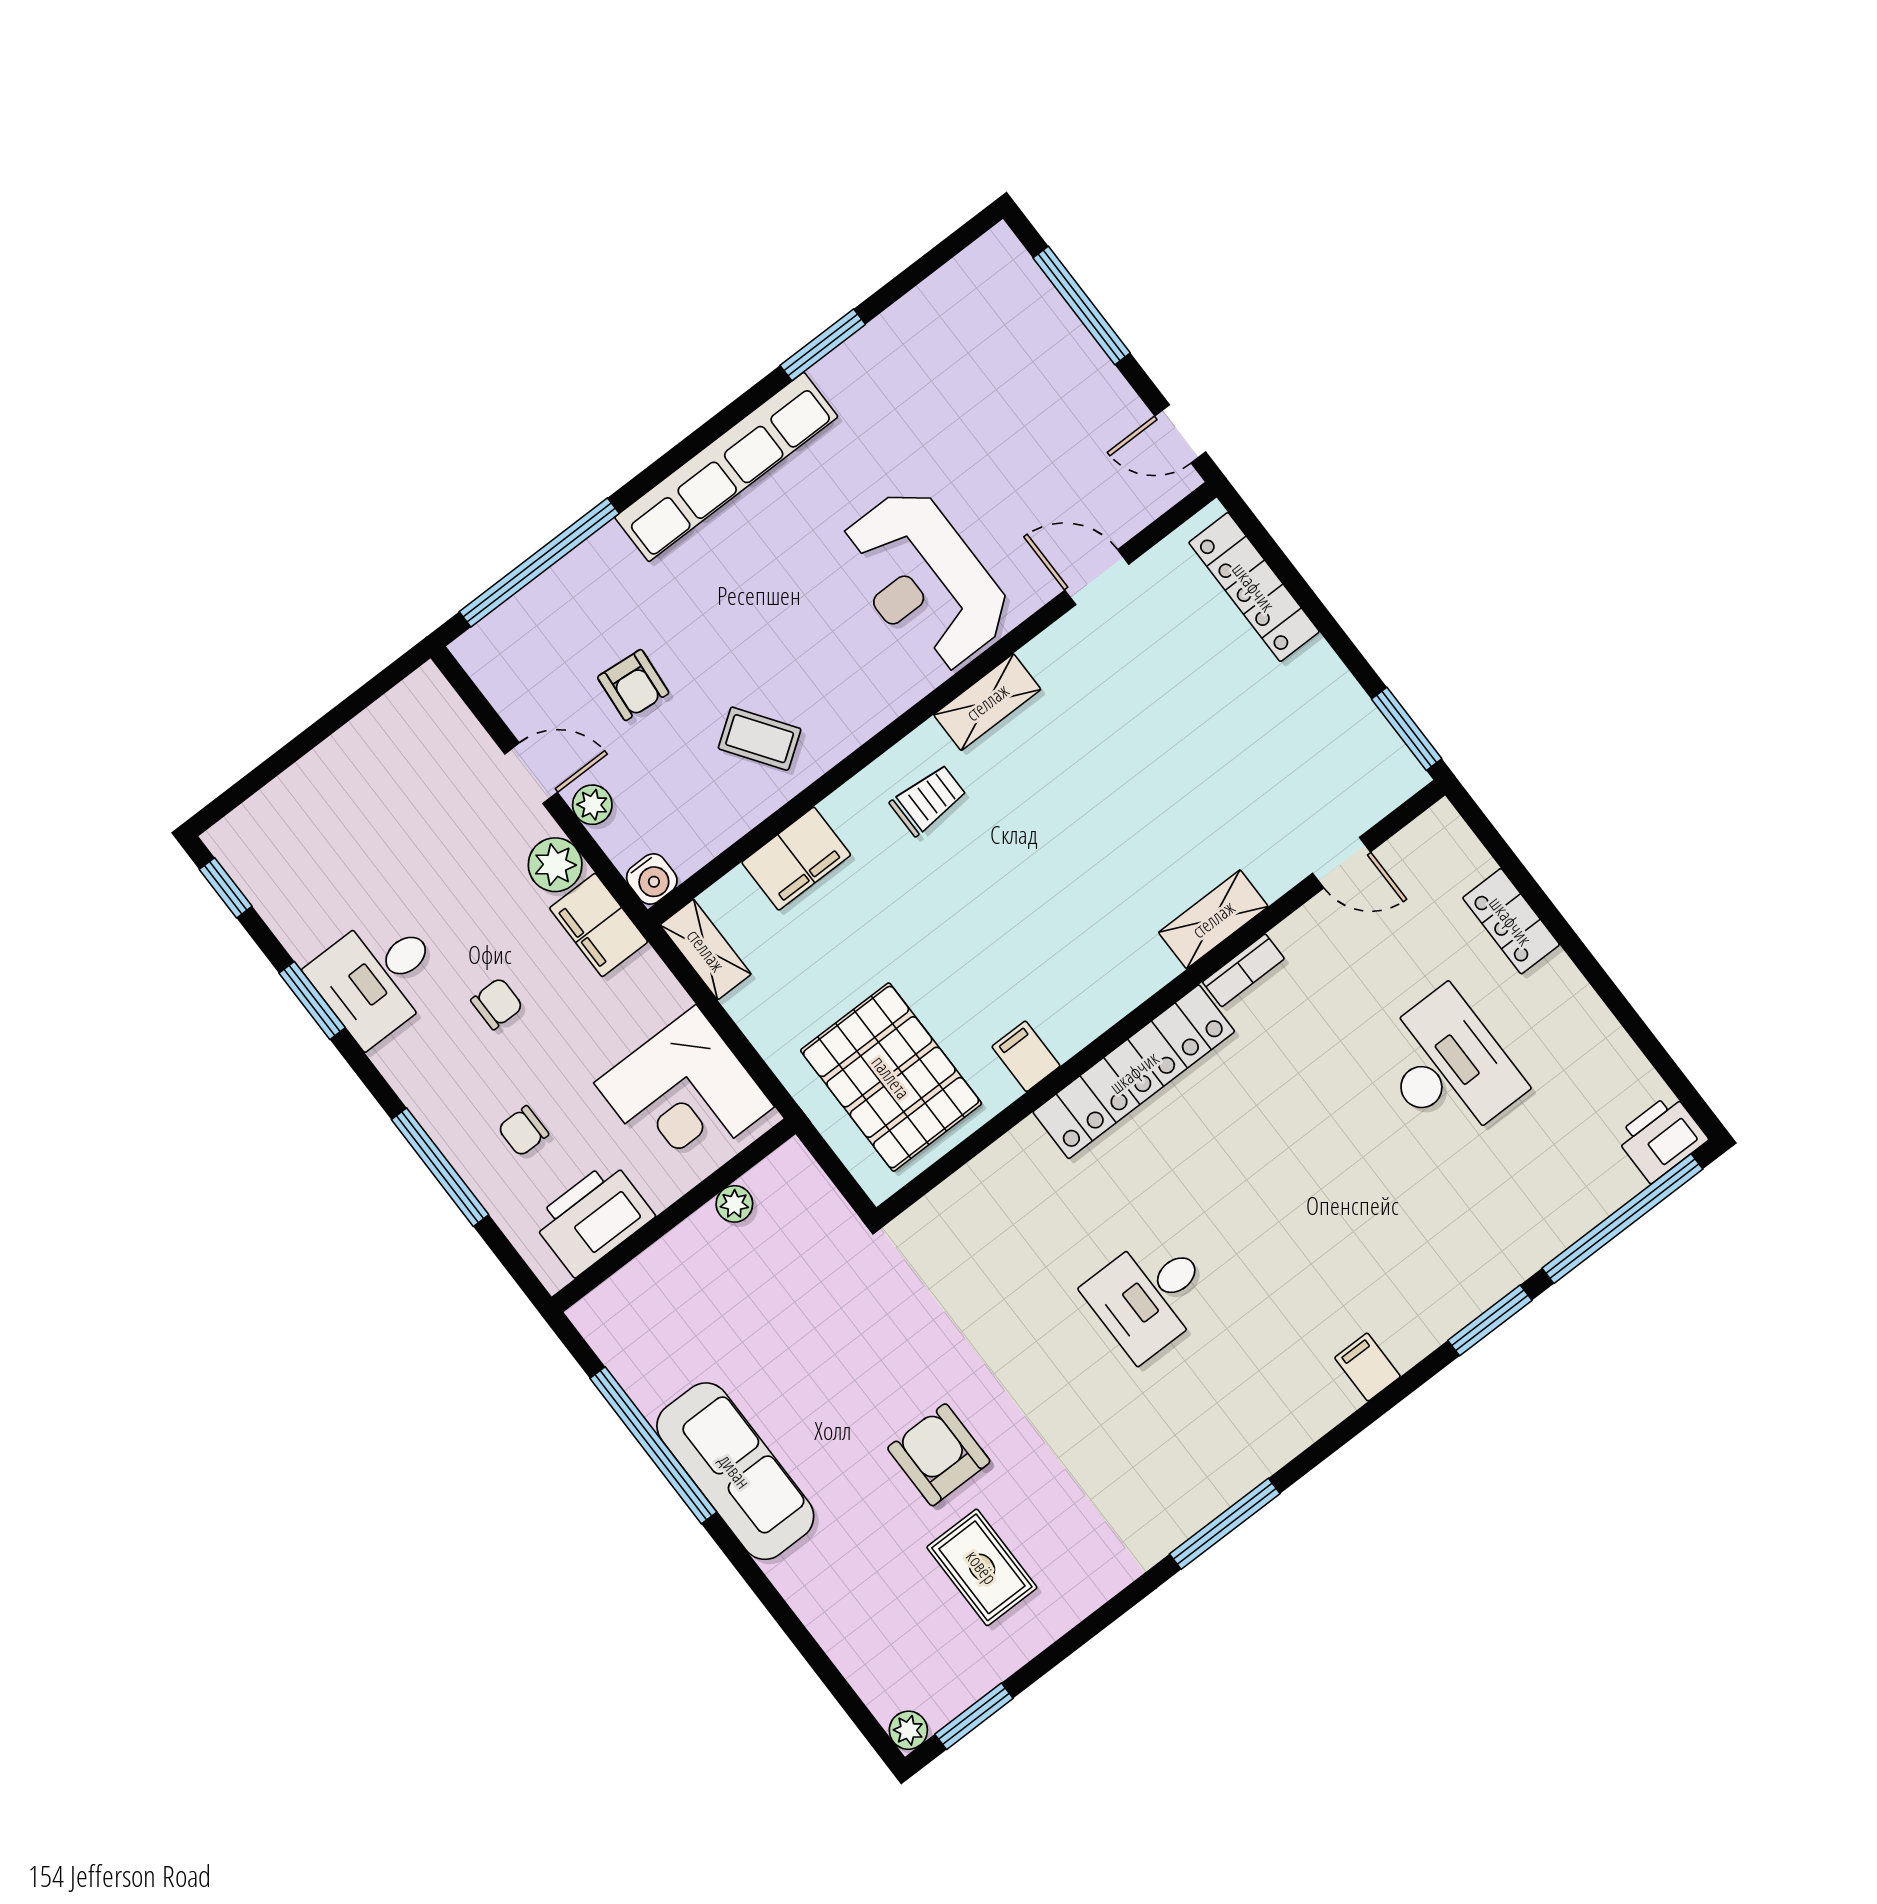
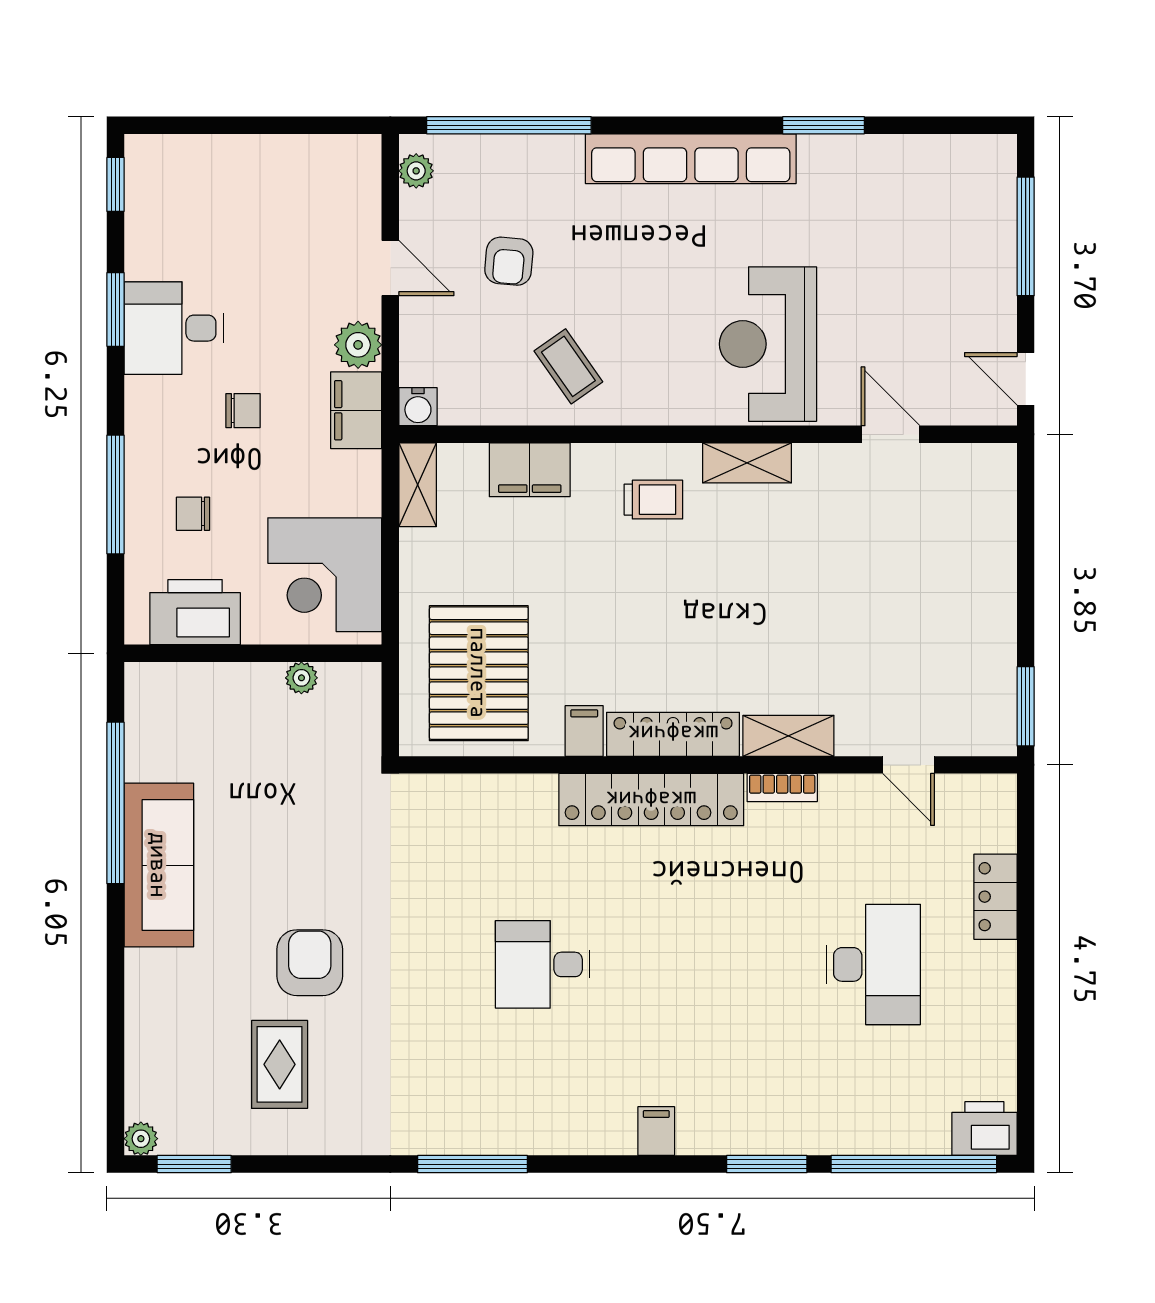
locker: (1254, 587) -> (673, 734), moved, turned 90
plant: (592, 805) -> (416, 171), moved

